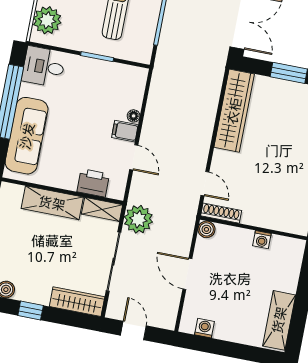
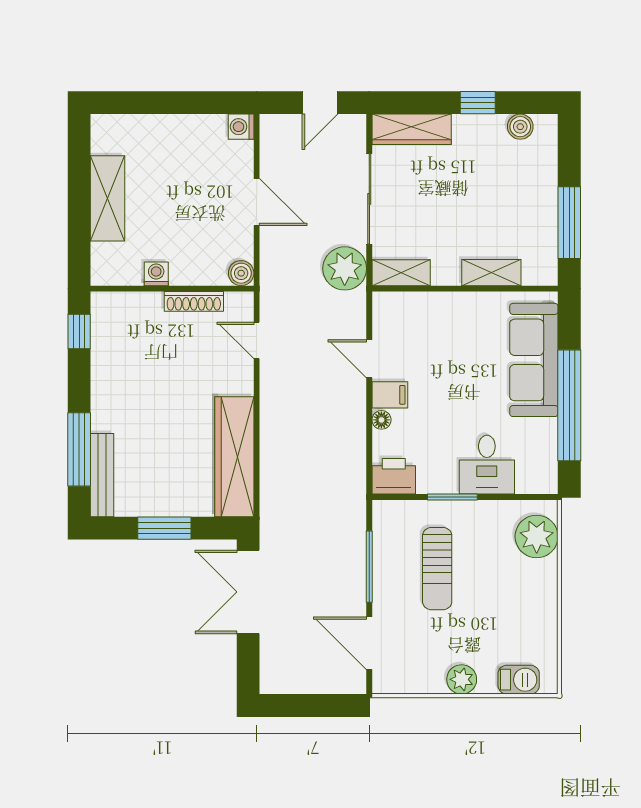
desk: (44, 67) -> (487, 465), moved, turned 90
printer: (93, 183) -> (394, 476), moved, turned 180
shelving: (52, 203) -> (491, 273), width x0.67, depth x0.75
shoe rack: (221, 213) -> (194, 301), moved
shelving: (279, 320) -> (107, 198), moved
washing machine: (204, 328) -> (241, 127), moved, turned 90
door: (133, 331) -> (320, 103), hinge flipped

